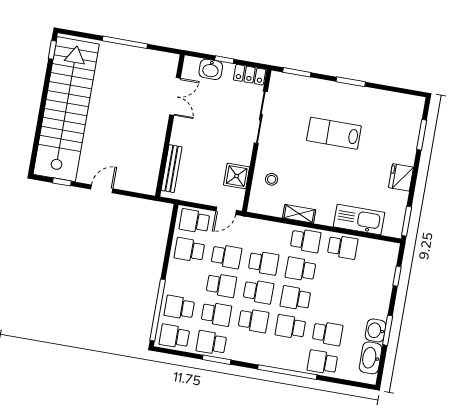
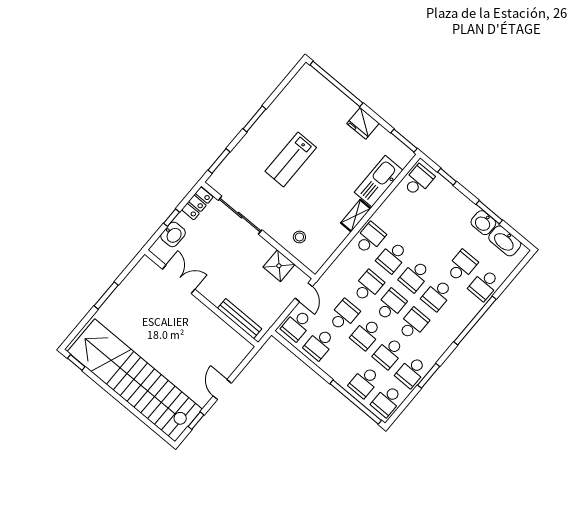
window: (125, 42) -> (106, 295), width x0.69
window: (422, 135) -> (336, 84), width x2.11
shelving: (299, 214) -> (356, 216), moved
school desk: (343, 247) -> (418, 180), moved
school desk: (221, 285) -> (366, 334), turned 180
school desk: (216, 314) -> (389, 353), turned 180

